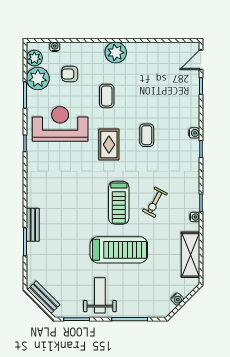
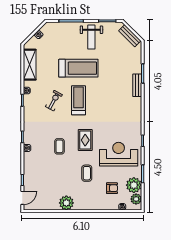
plant: (116, 53) -> (66, 203), moved
reception desk: (60, 124) -> (119, 154), turned 180
treadmill: (119, 250) -> (78, 68), turned 180

